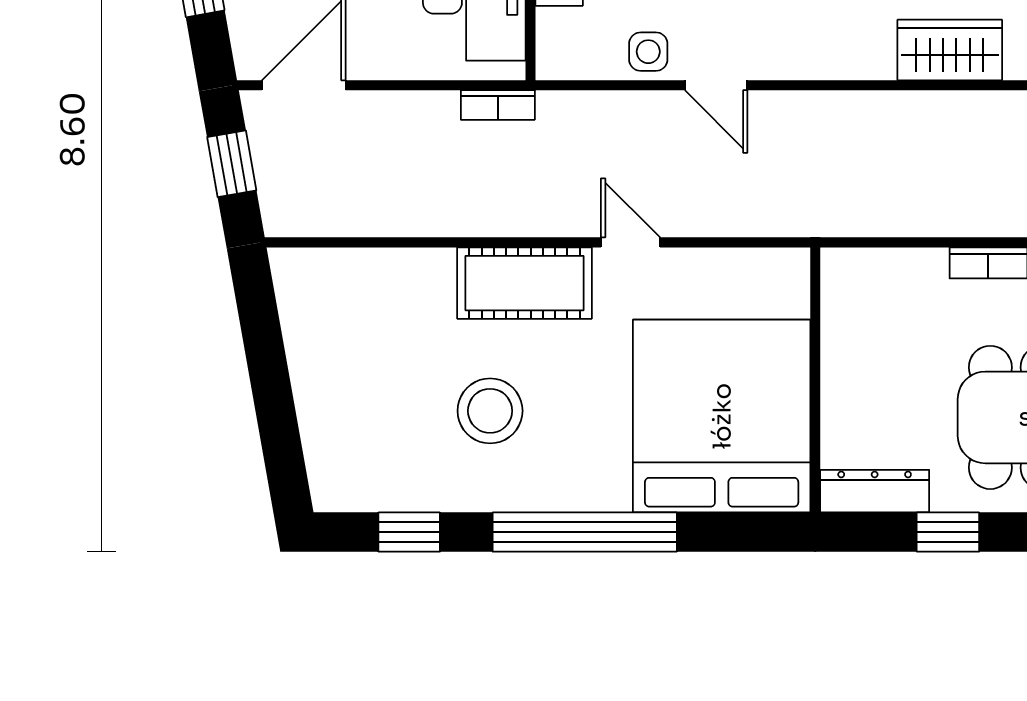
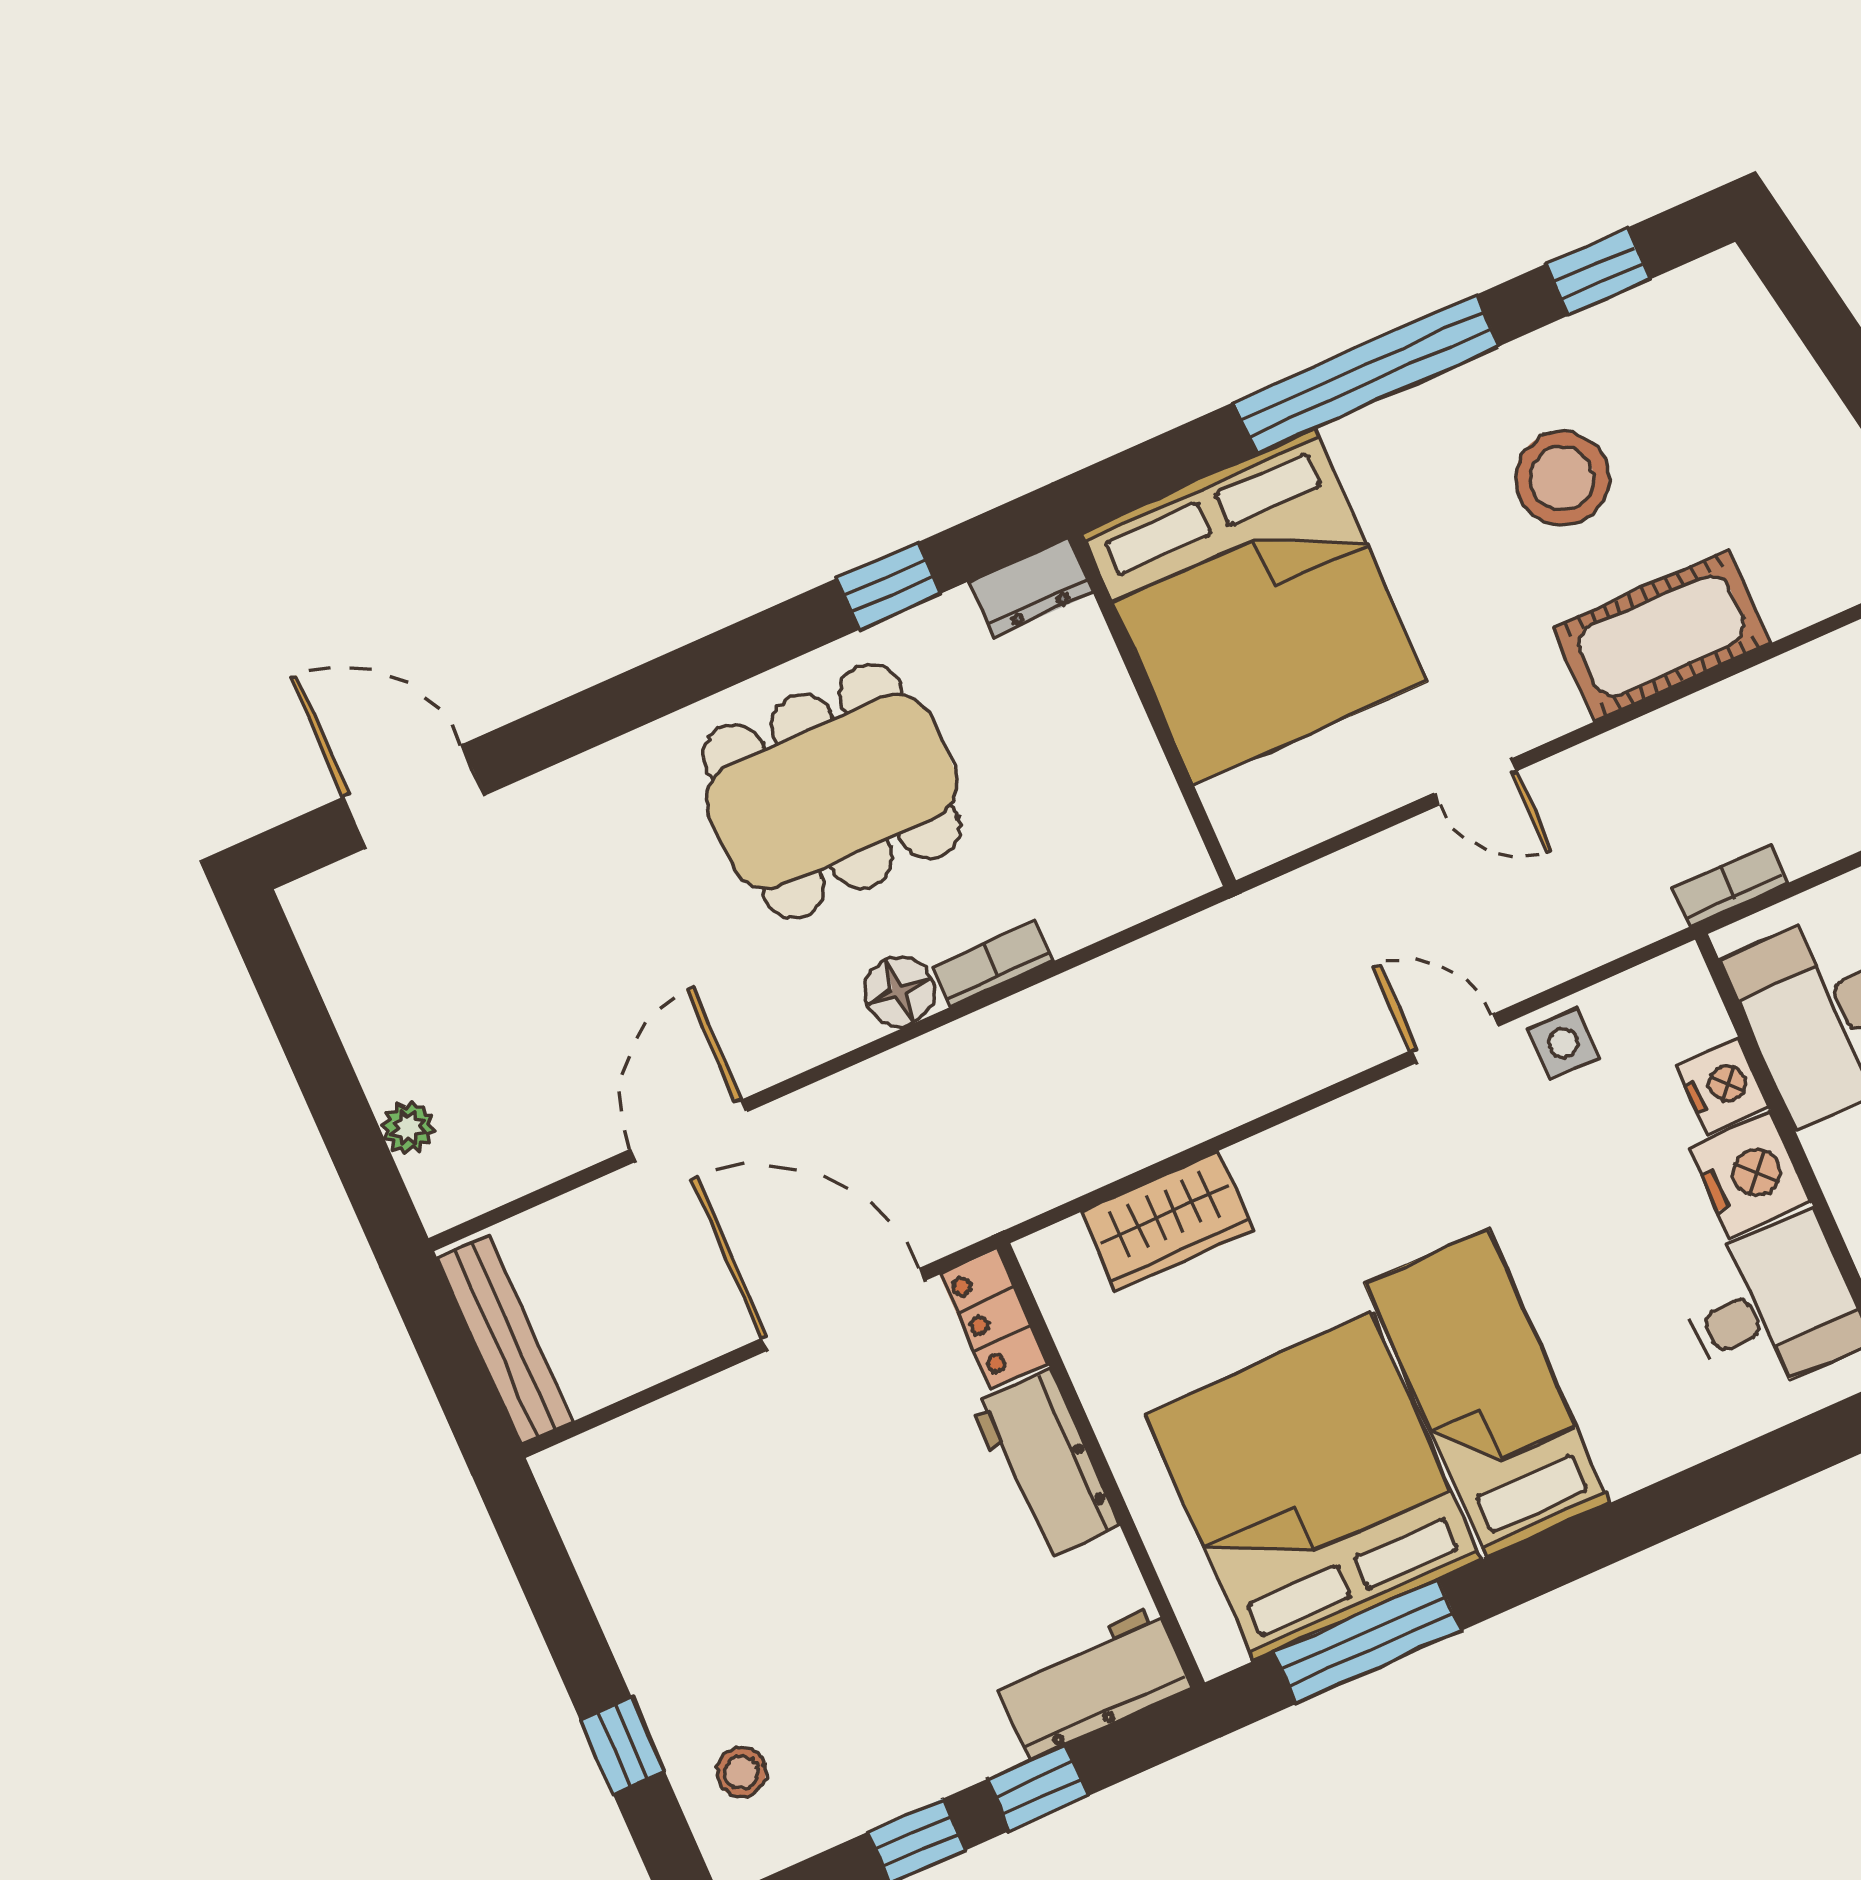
cot: (524, 283) -> (1661, 635), moved
dresser: (875, 491) -> (1031, 587), width x0.70

